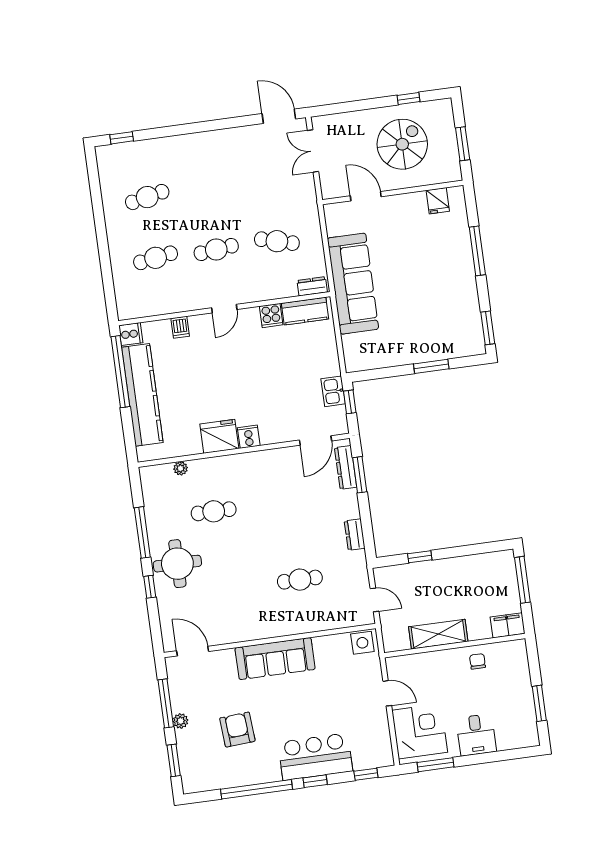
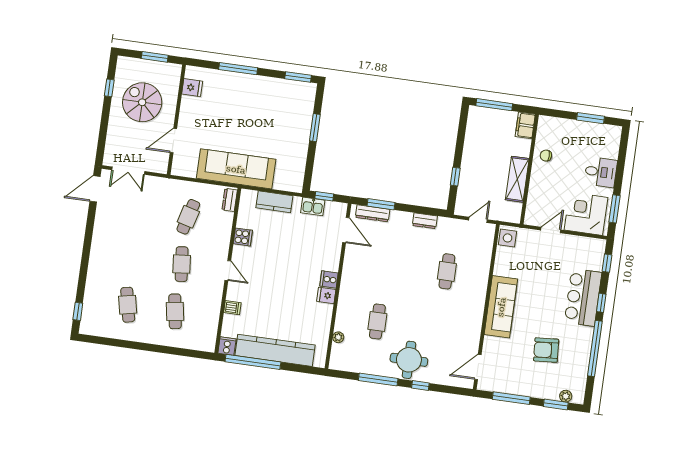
kitchen counter: (305, 311) -> (274, 202), moved, turned 90
fridge: (219, 436) -> (326, 295), width x0.53, depth x0.75
plant: (181, 721) -> (566, 396), moved

